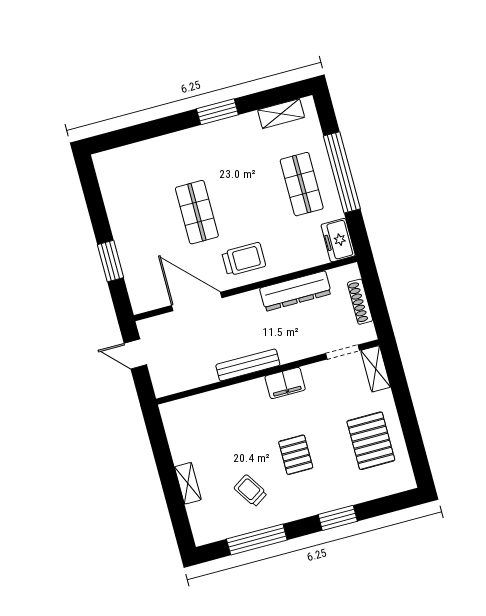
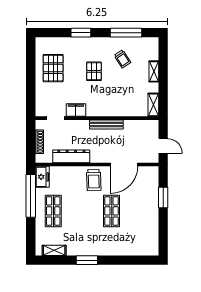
window: (342, 172) -> (31, 196), moved
trolley: (244, 259) -> (94, 180), turned -92
door: (197, 302) -> (124, 165), hinge flipped
shelving: (376, 369) -> (153, 105), moved
filing cabinet: (285, 383) -> (76, 110), moved

